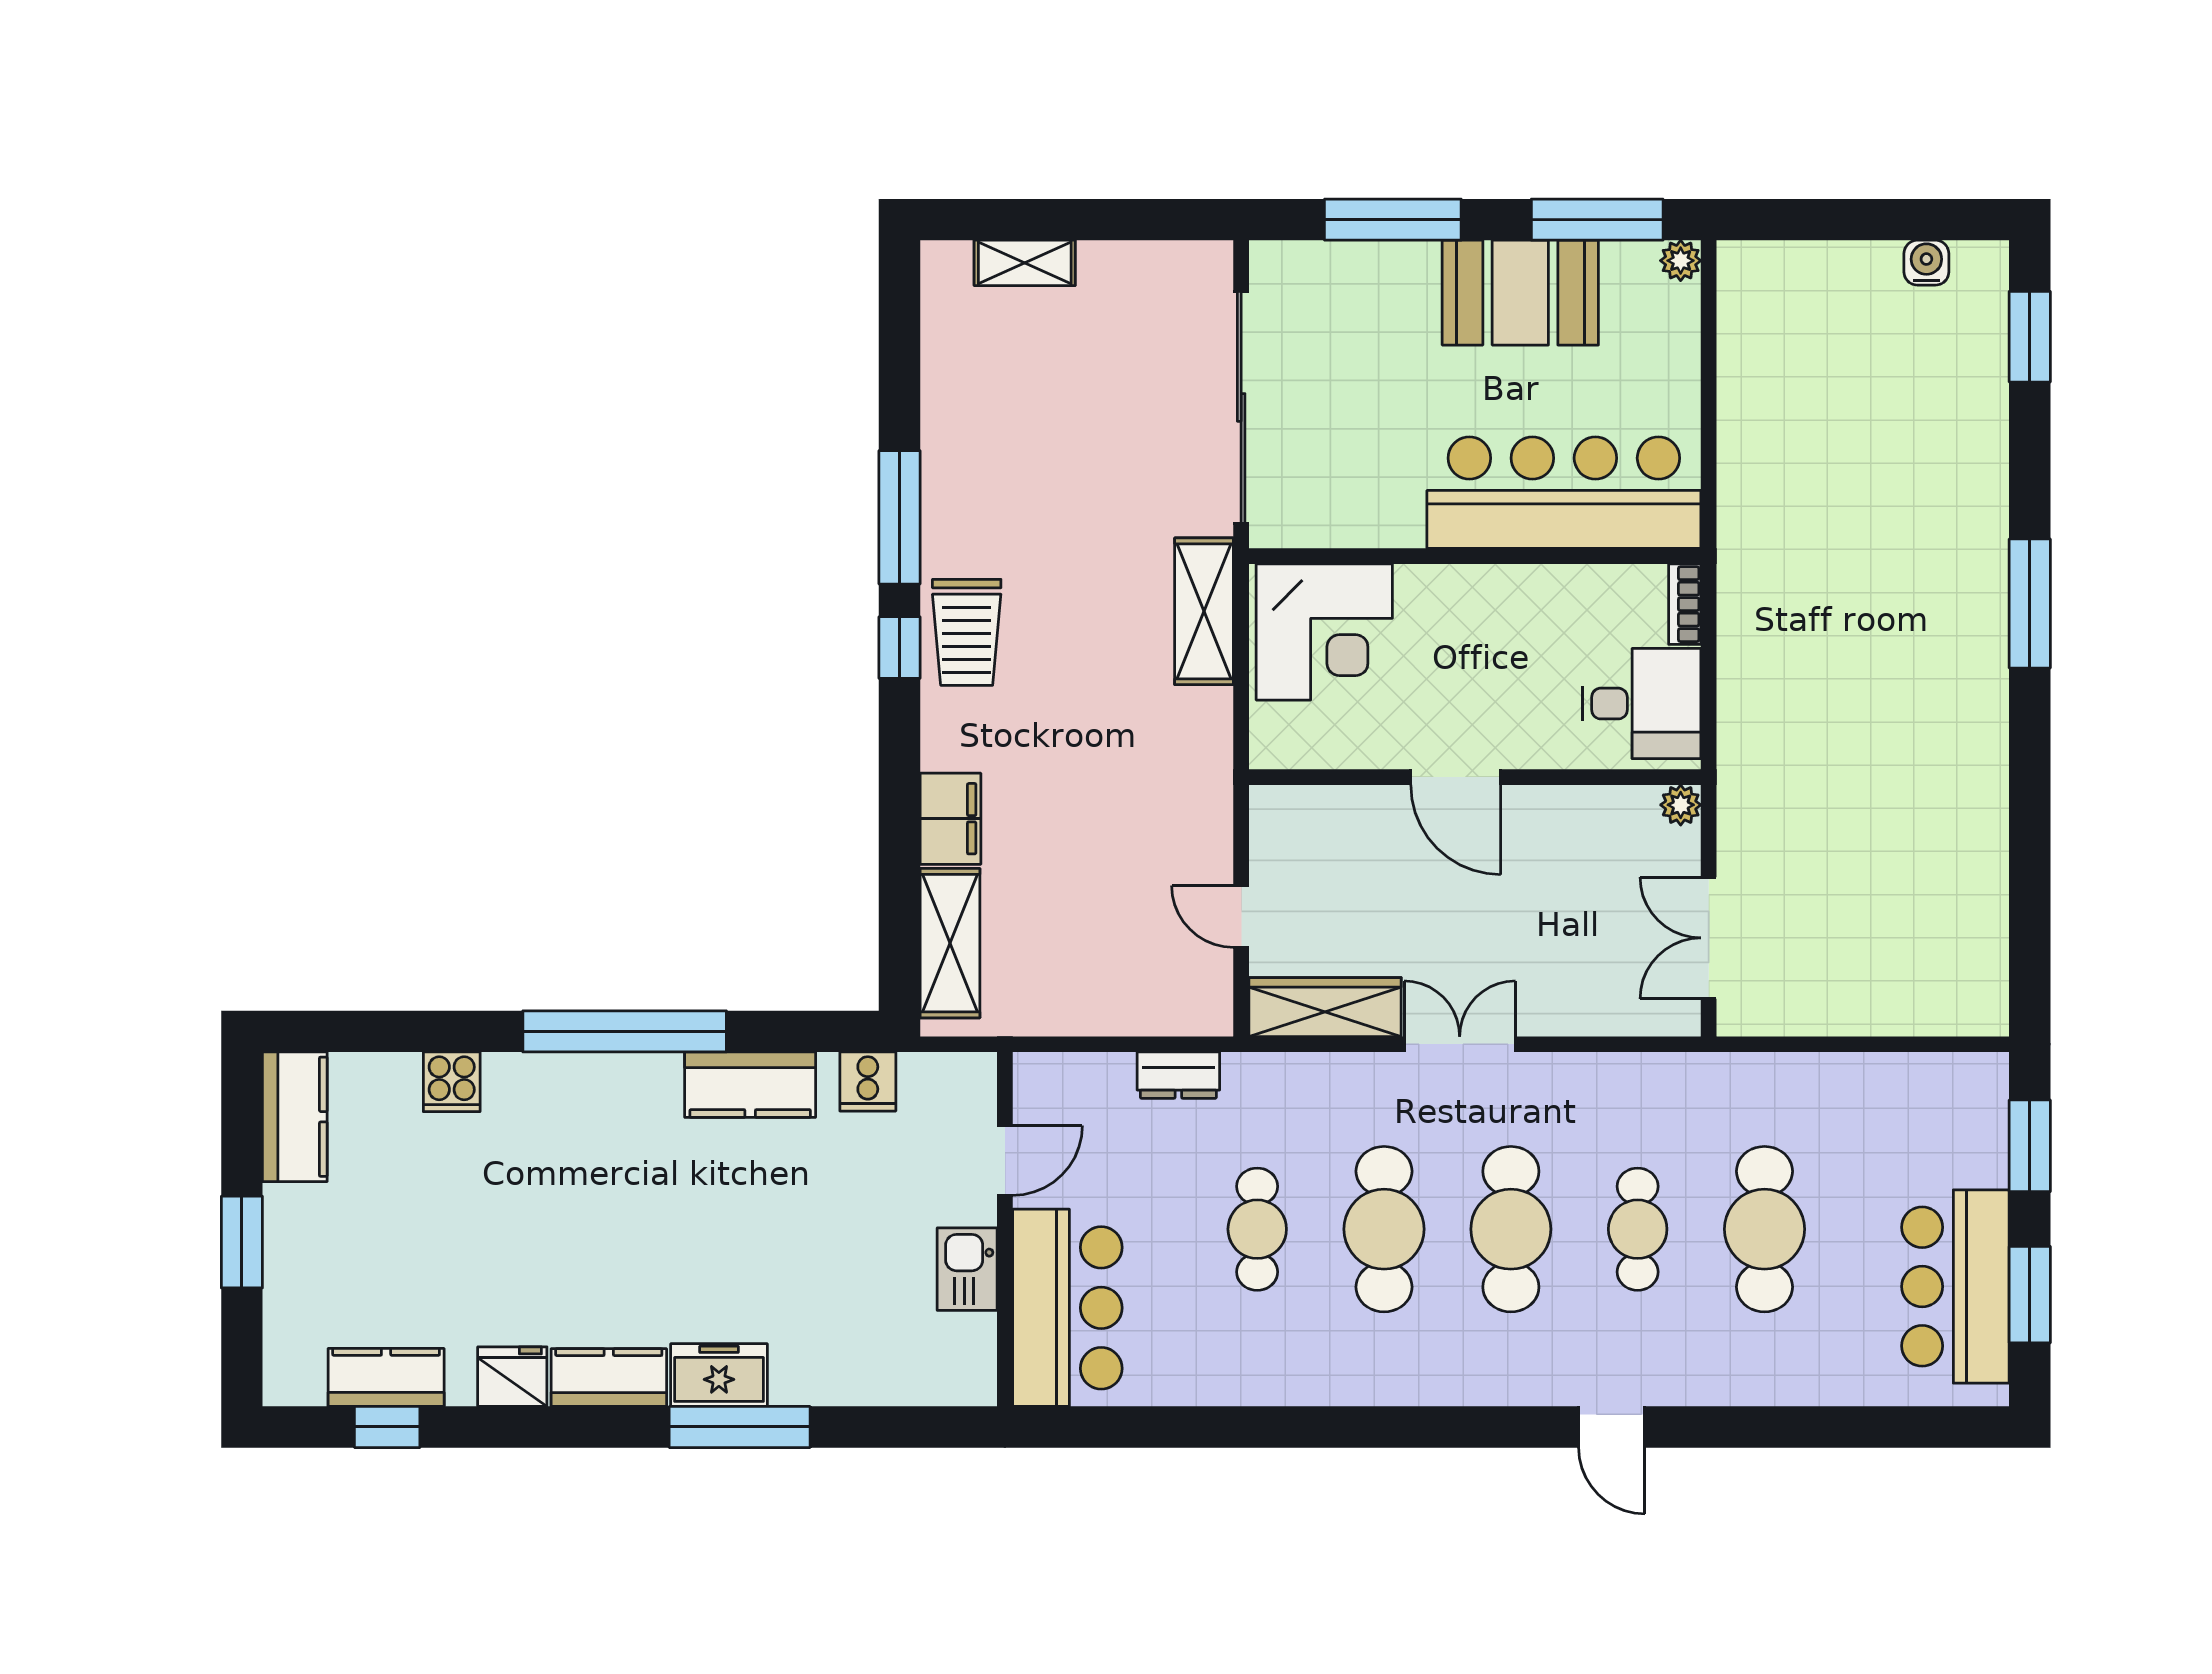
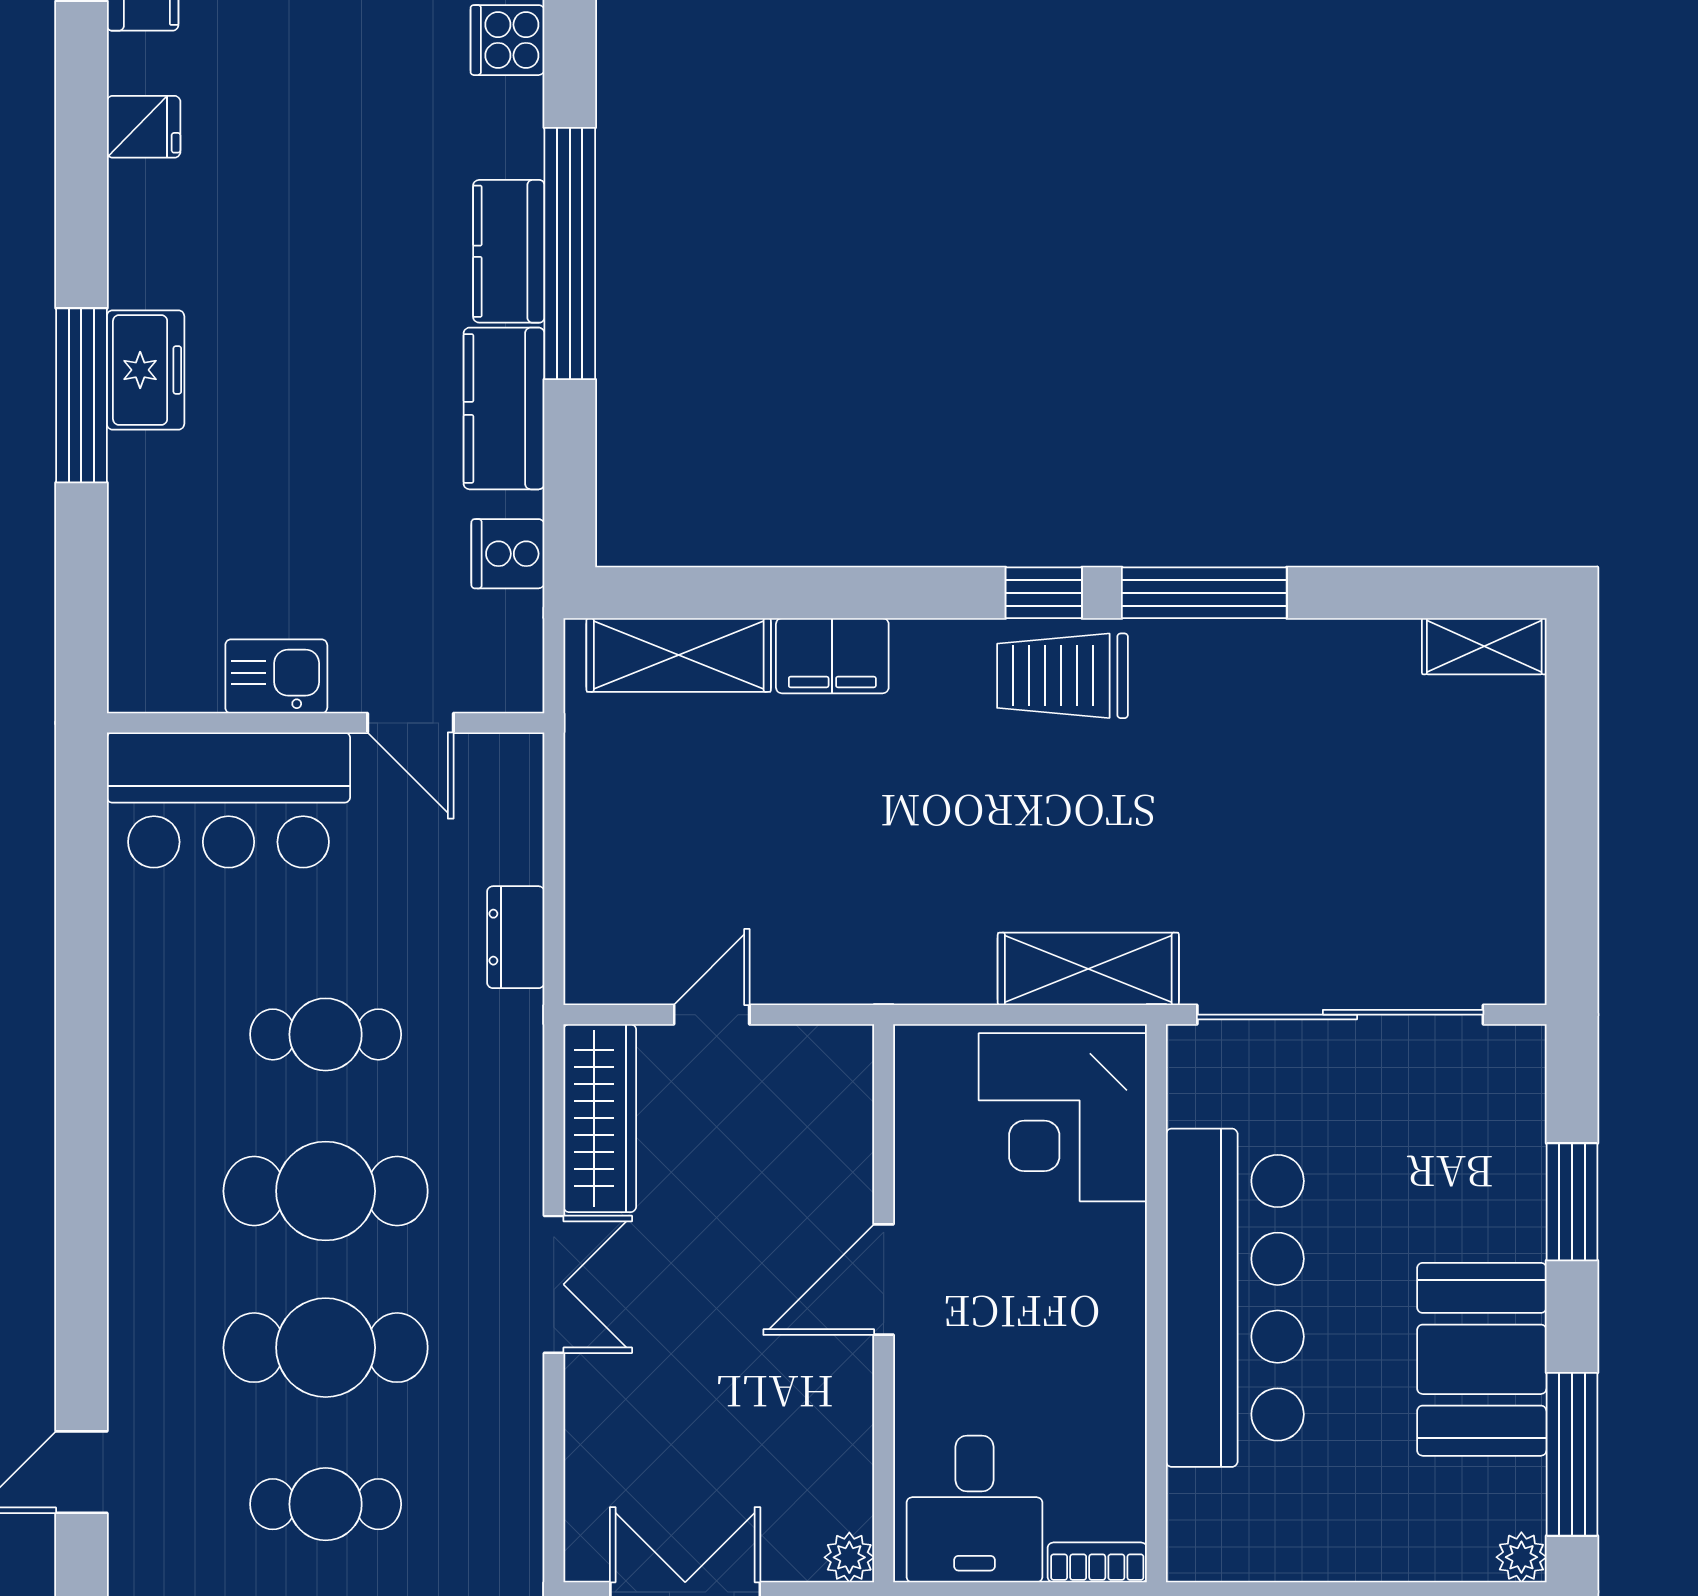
window: (1393, 220) -> (1572, 1202), width x0.69
shelving: (1025, 263) -> (1484, 646), moved, turned 90
bar counter: (1564, 493) -> (1235, 1298), moved
fridge: (512, 1377) -> (144, 127), width x0.72
kitchen counter: (609, 1378) -> (509, 251), moved, turned 180

